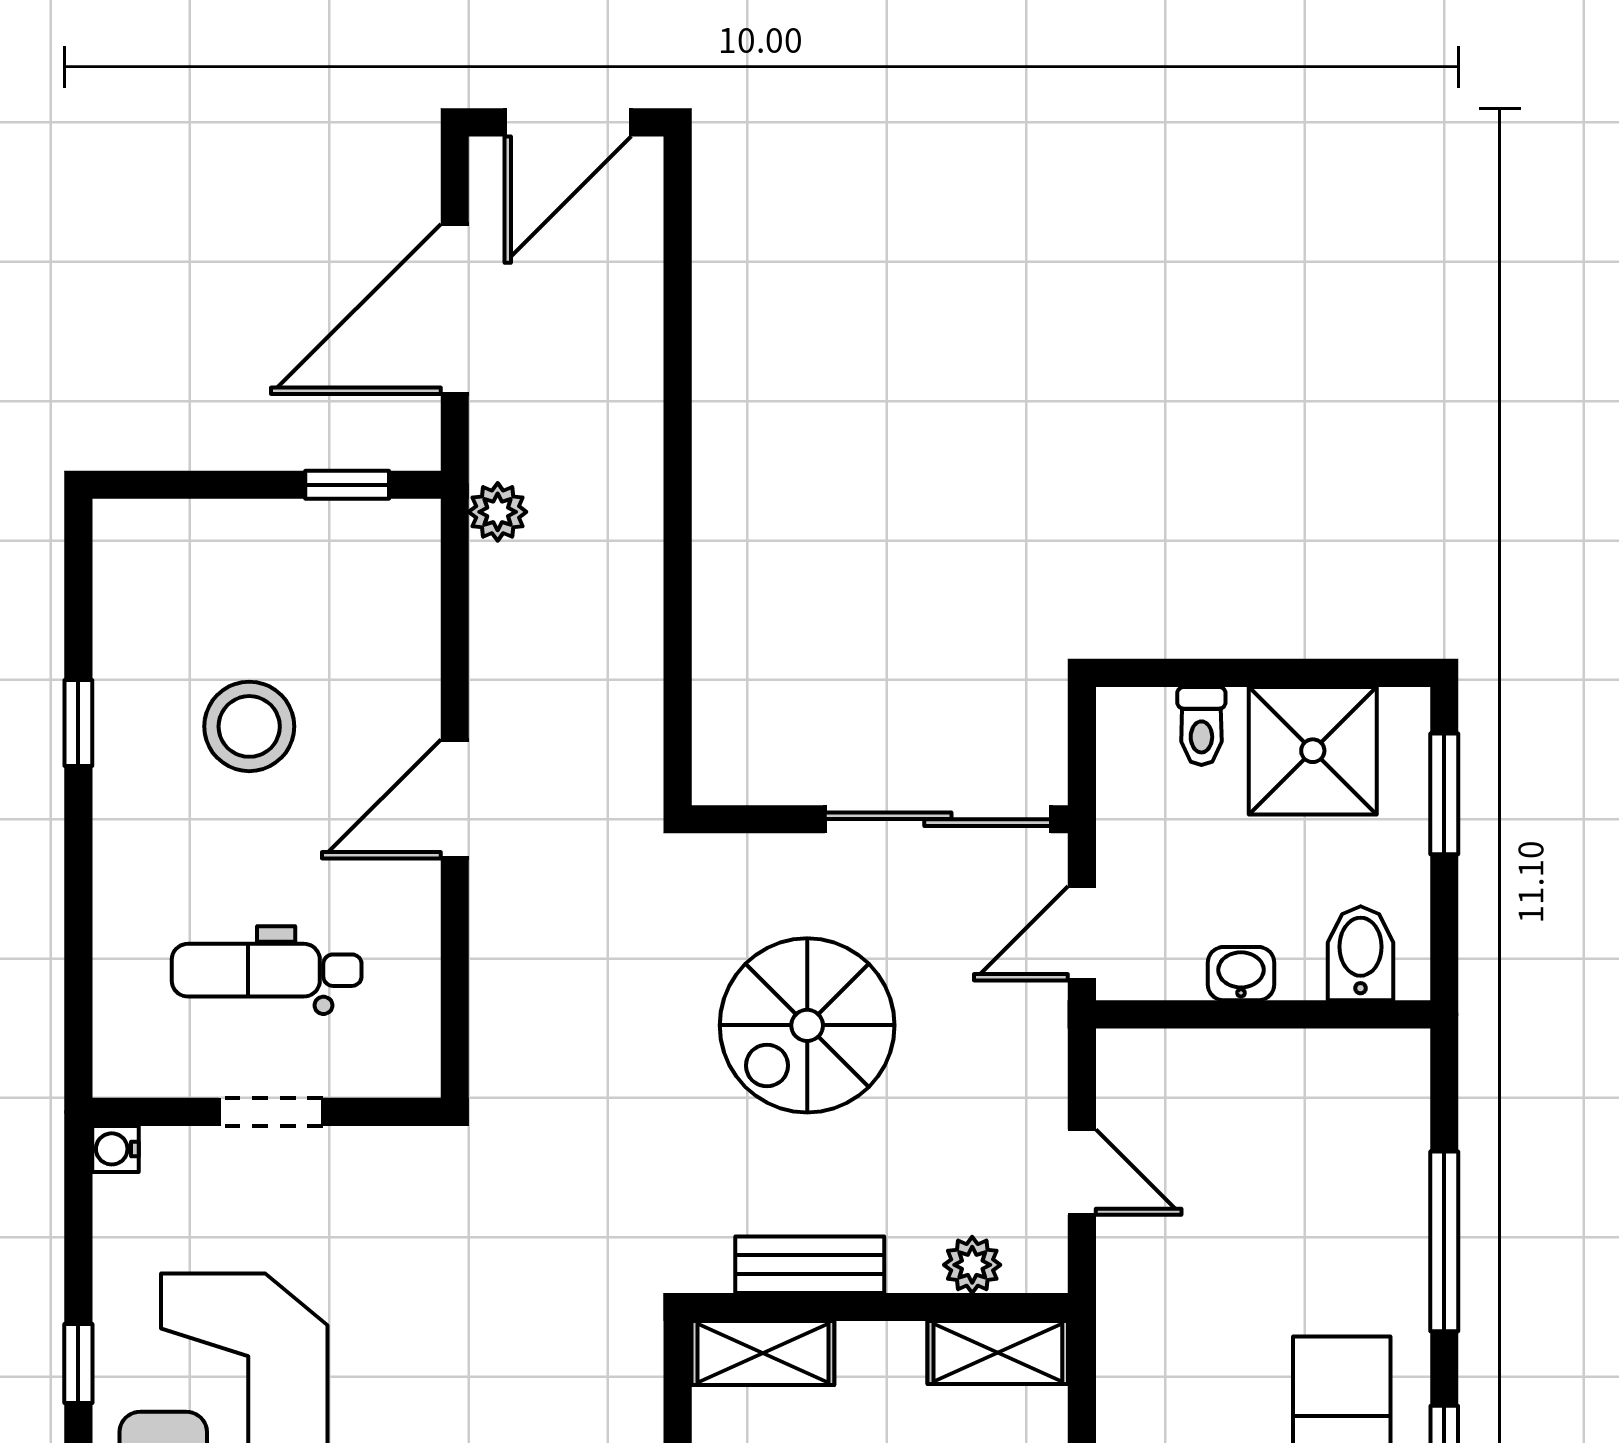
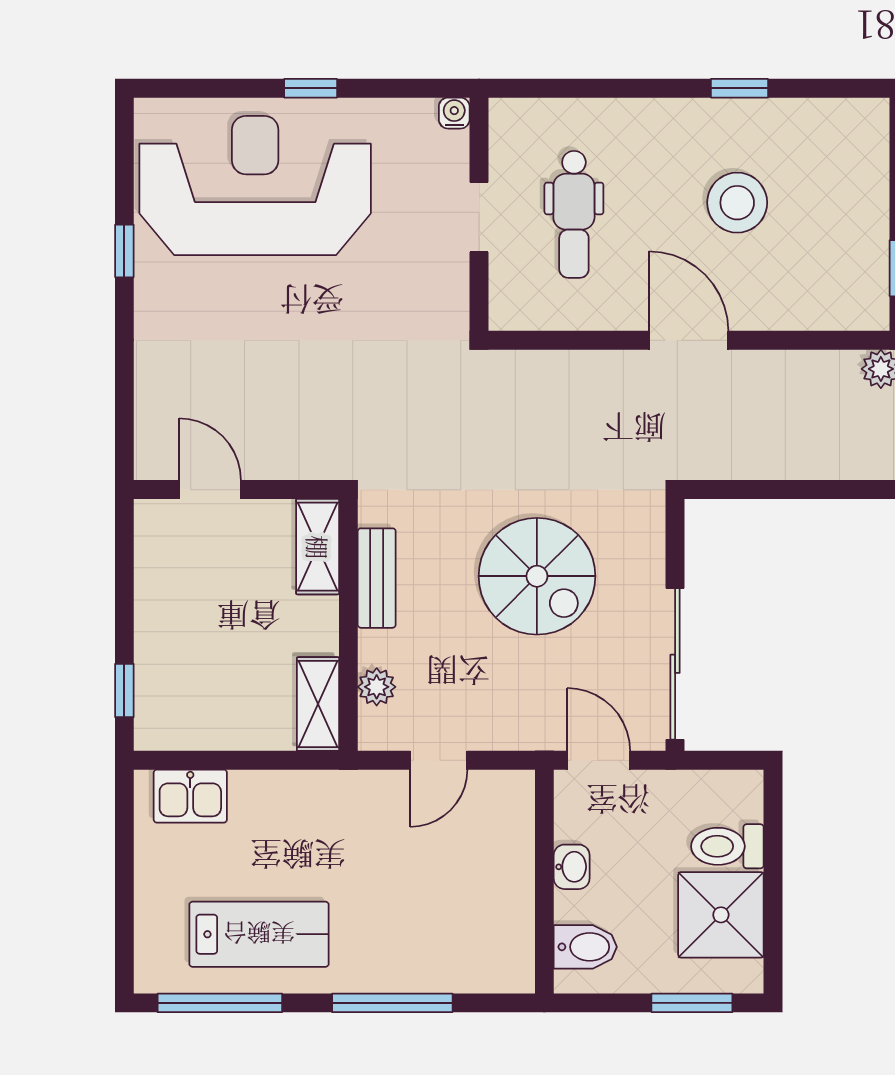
toilet: (1201, 726) -> (727, 846), width x1.37, depth x1.39
dental chair: (267, 970) -> (574, 214), turned 180
spiral stairs: (807, 1025) -> (537, 576), turned 180

